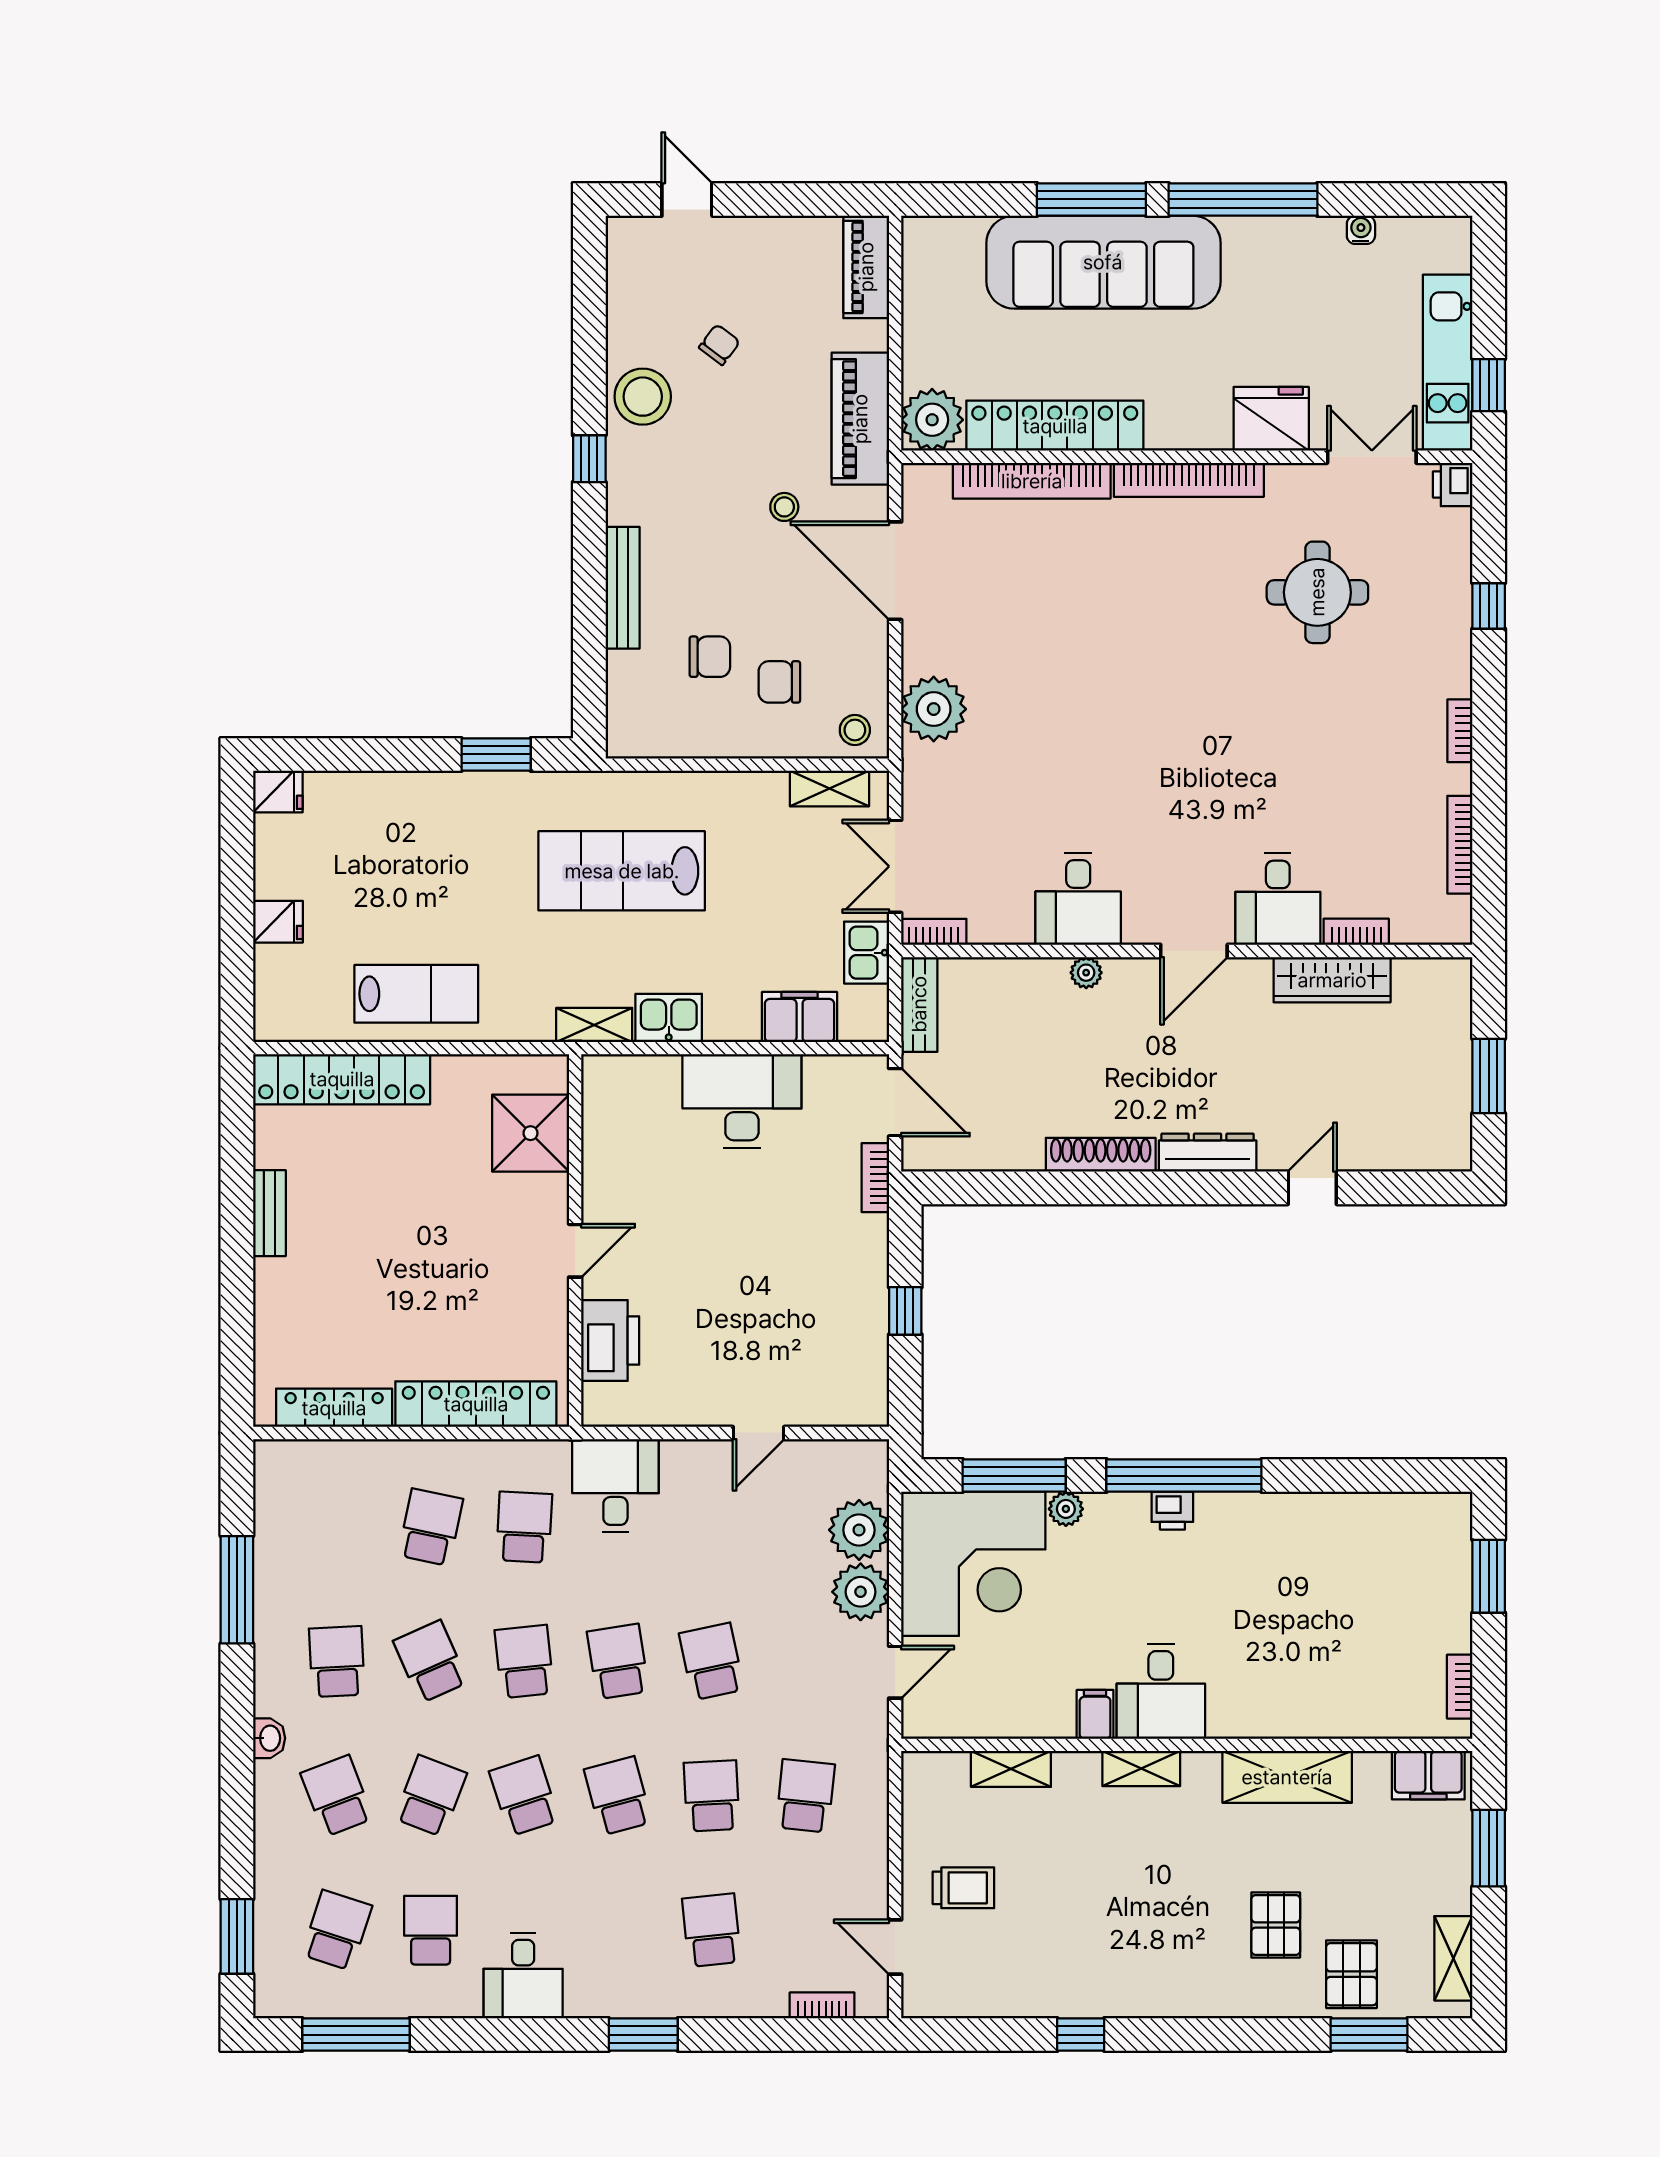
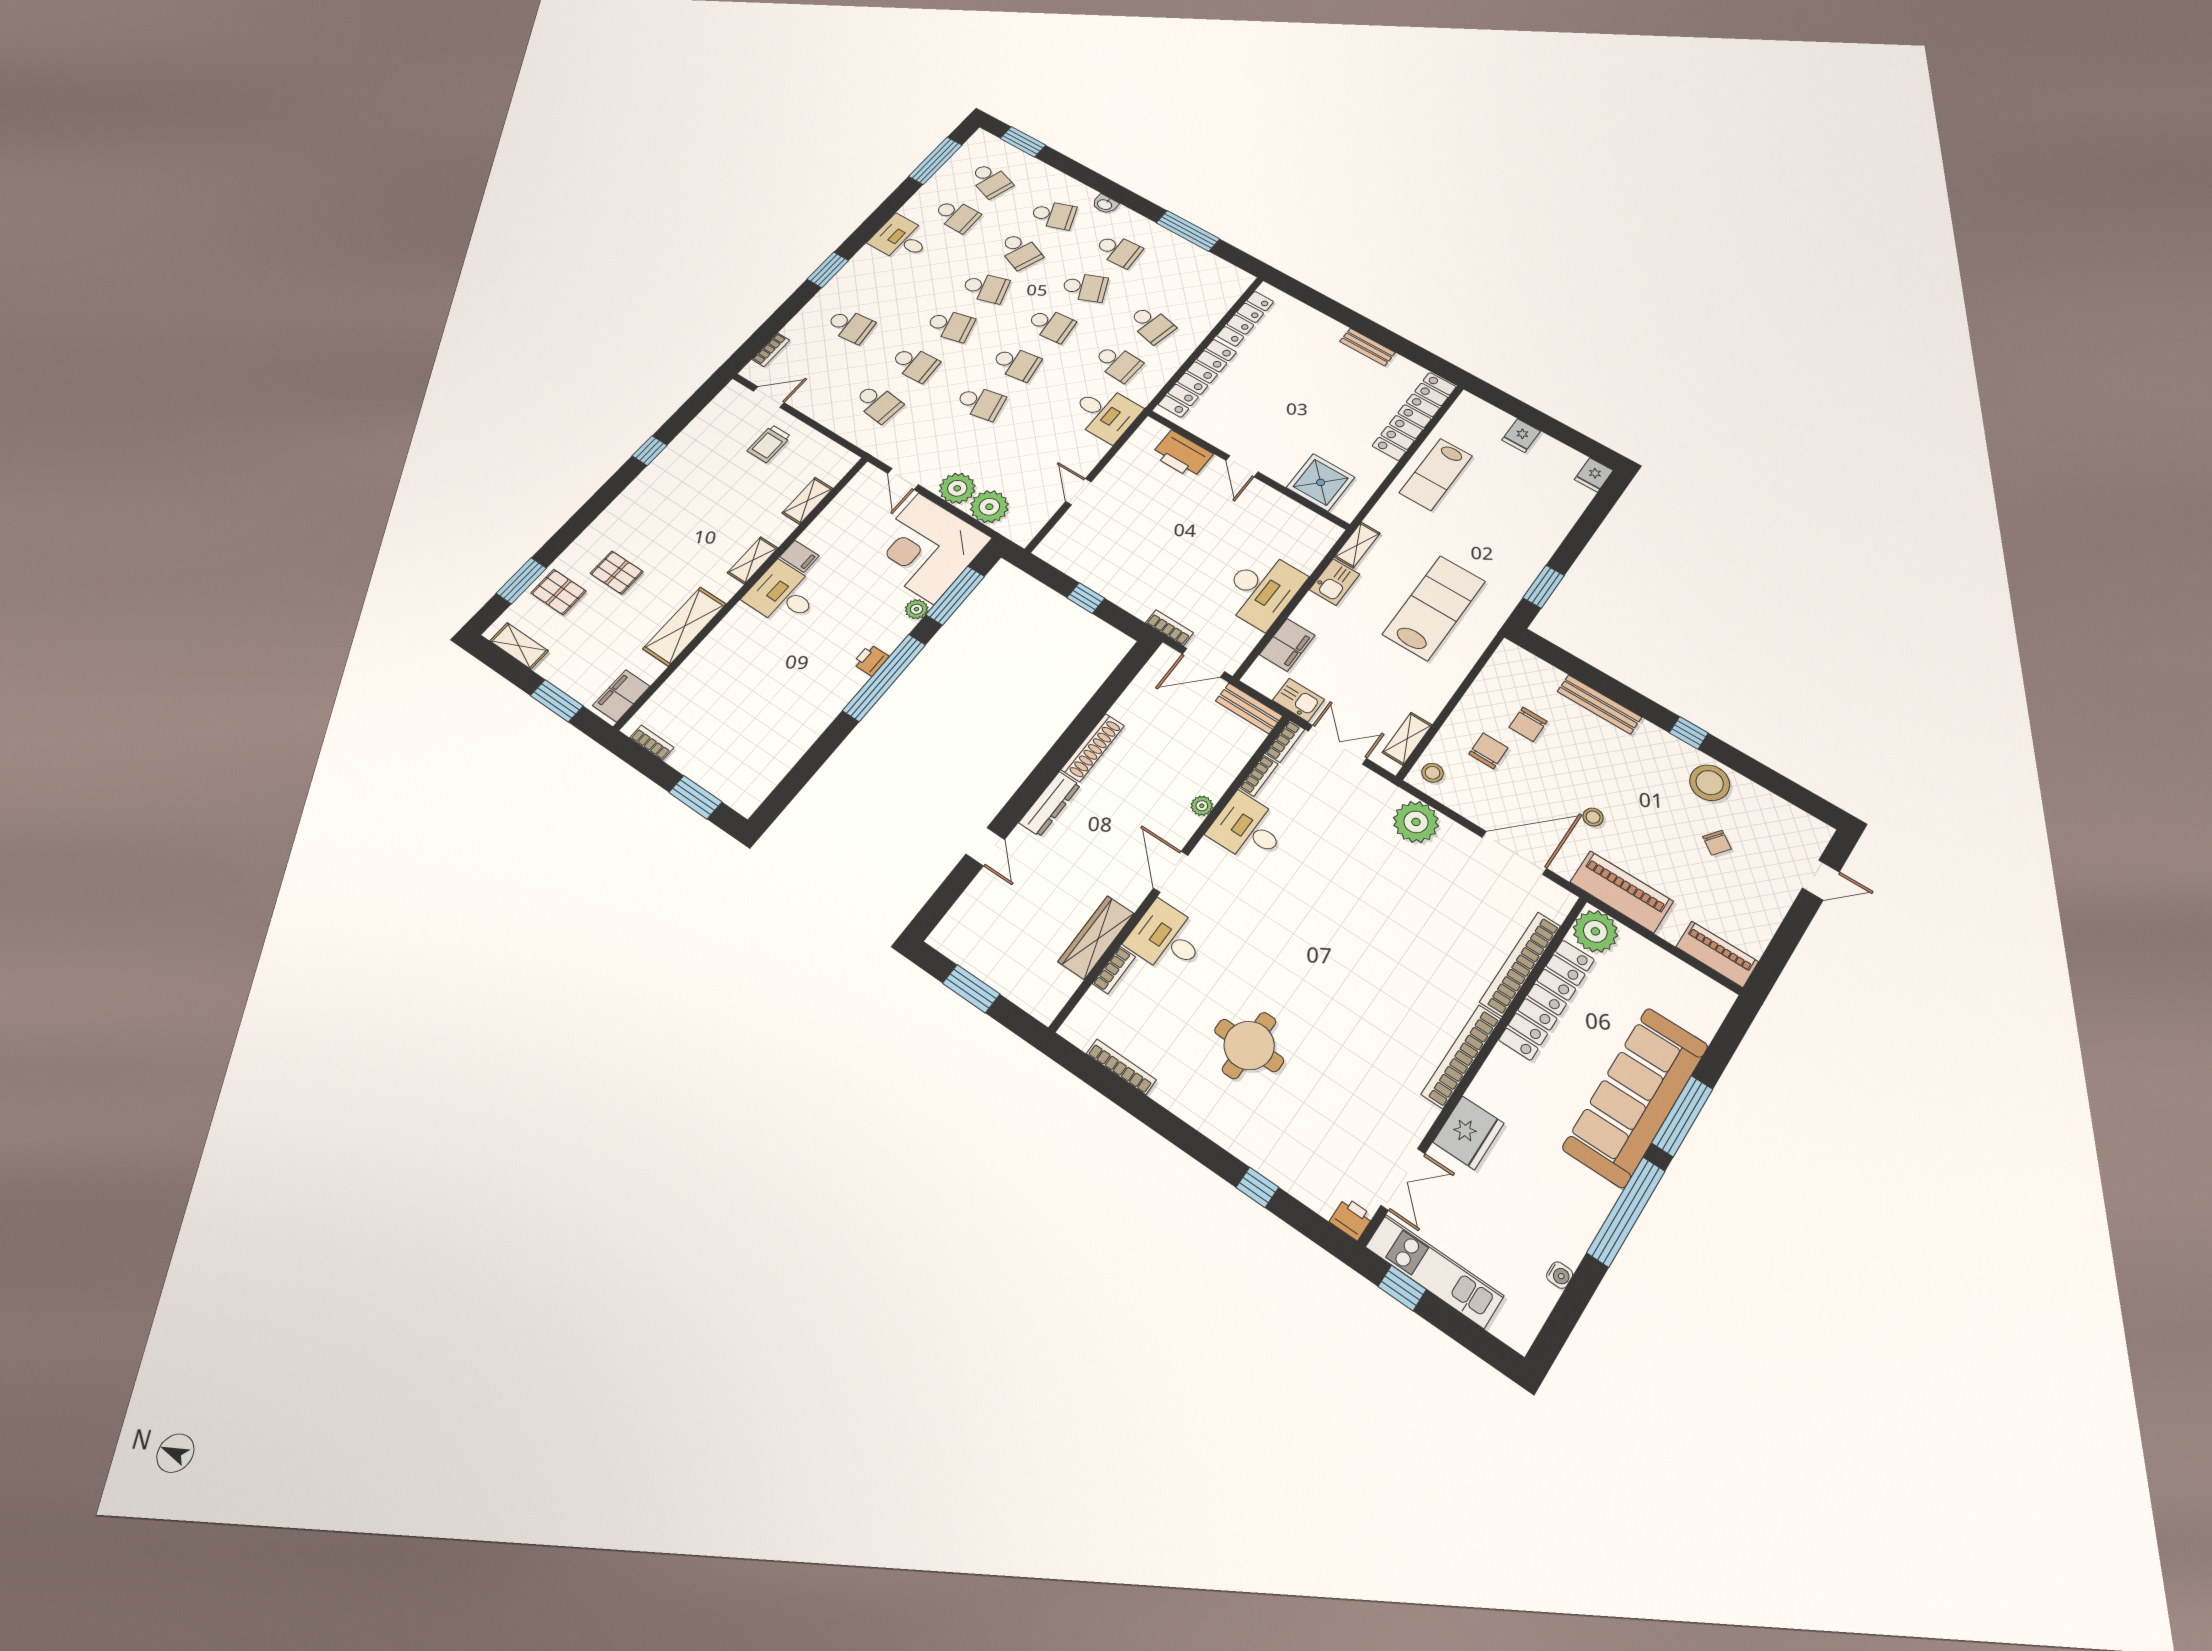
round table: (1317, 592) -> (1249, 1045), moved
bookcase: (1460, 731) -> (1259, 776), moved, turned 90

